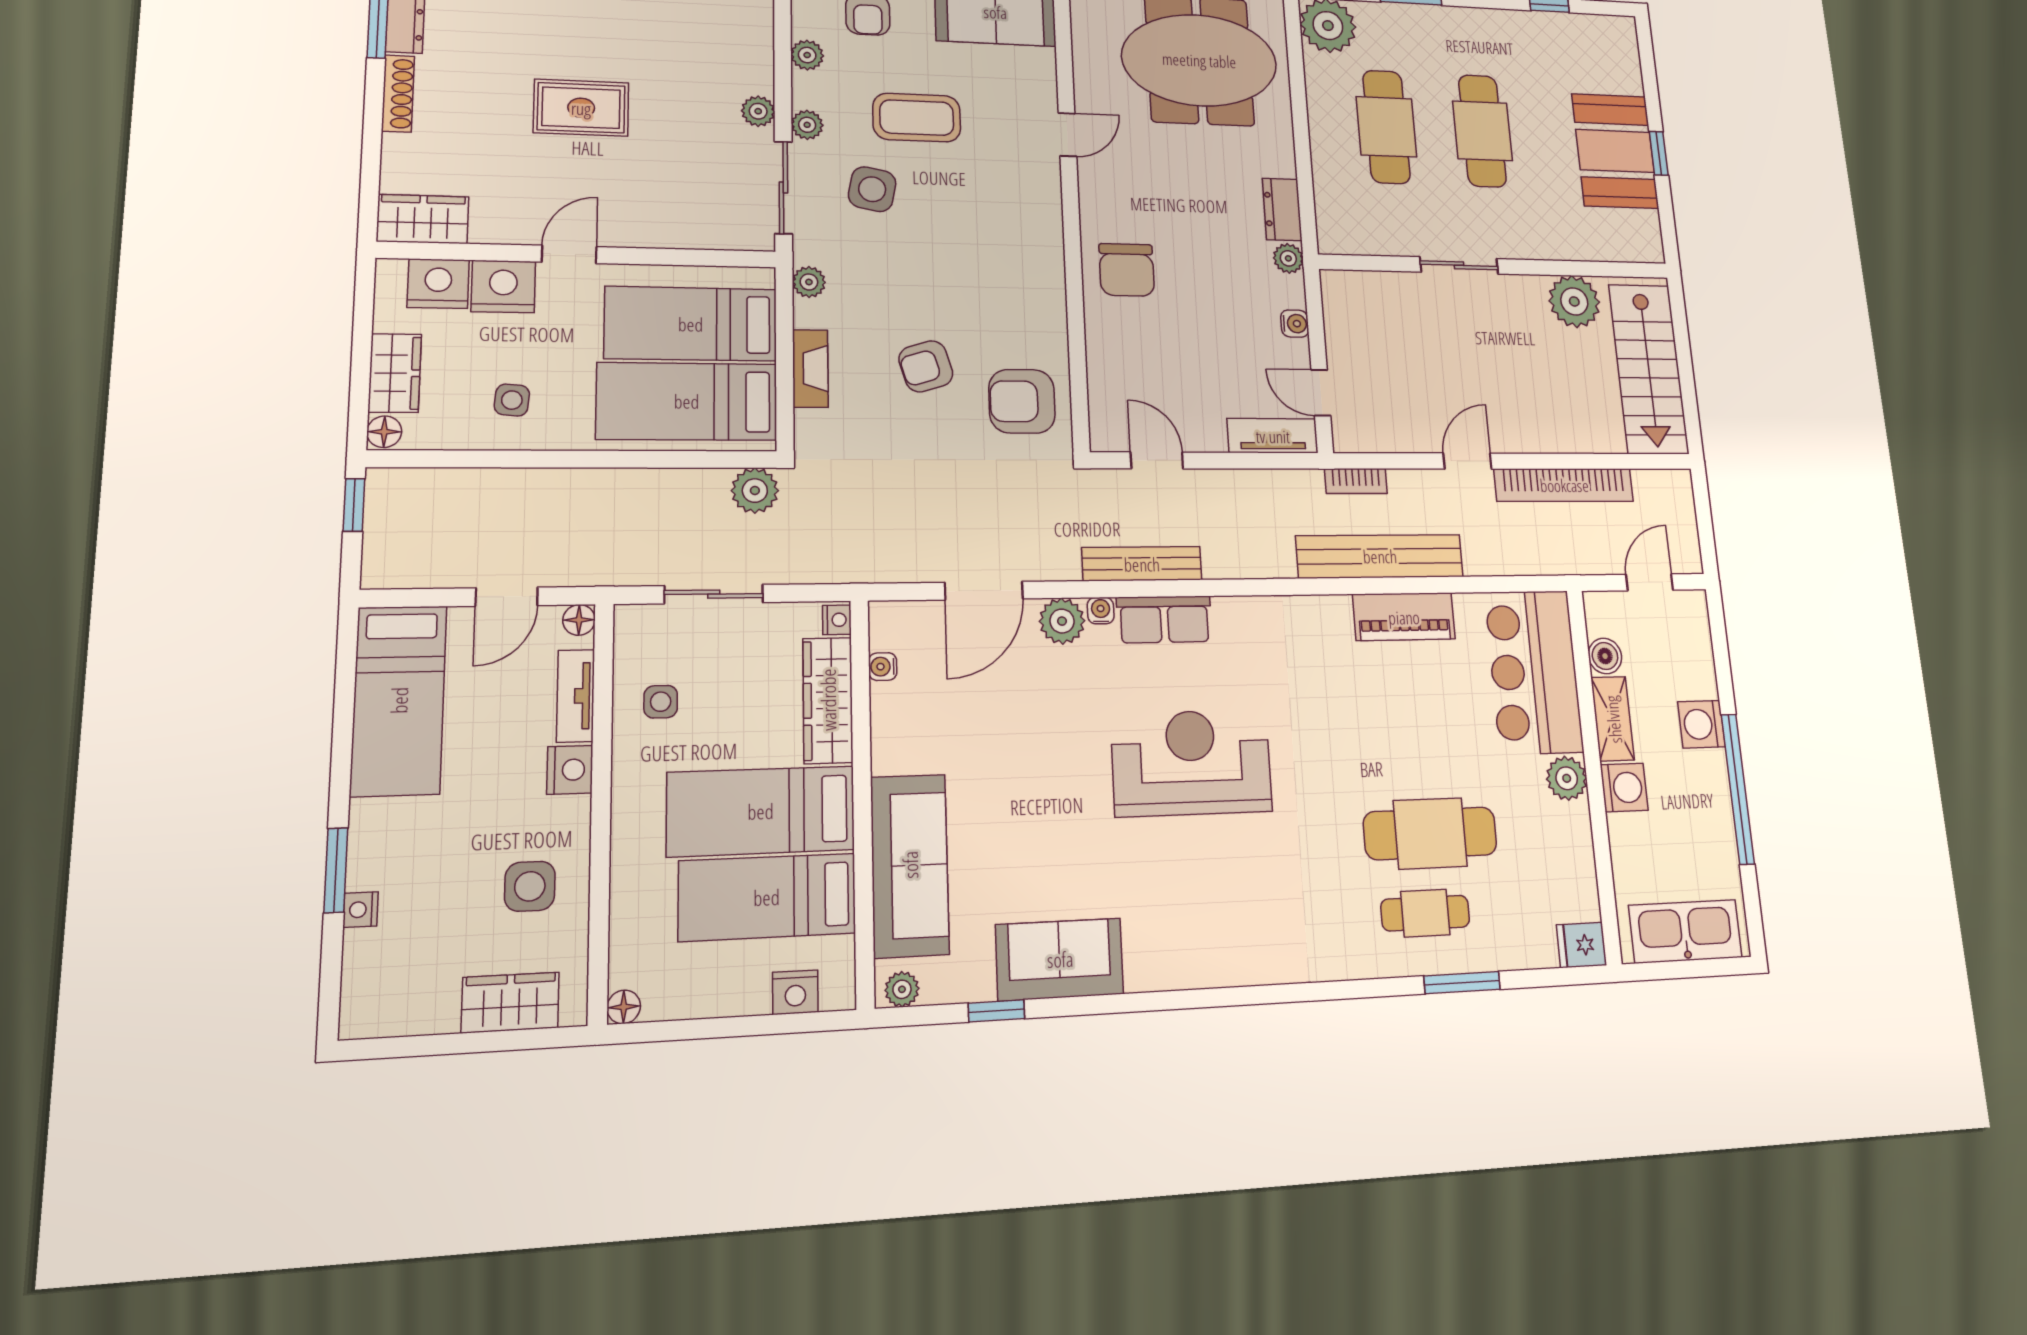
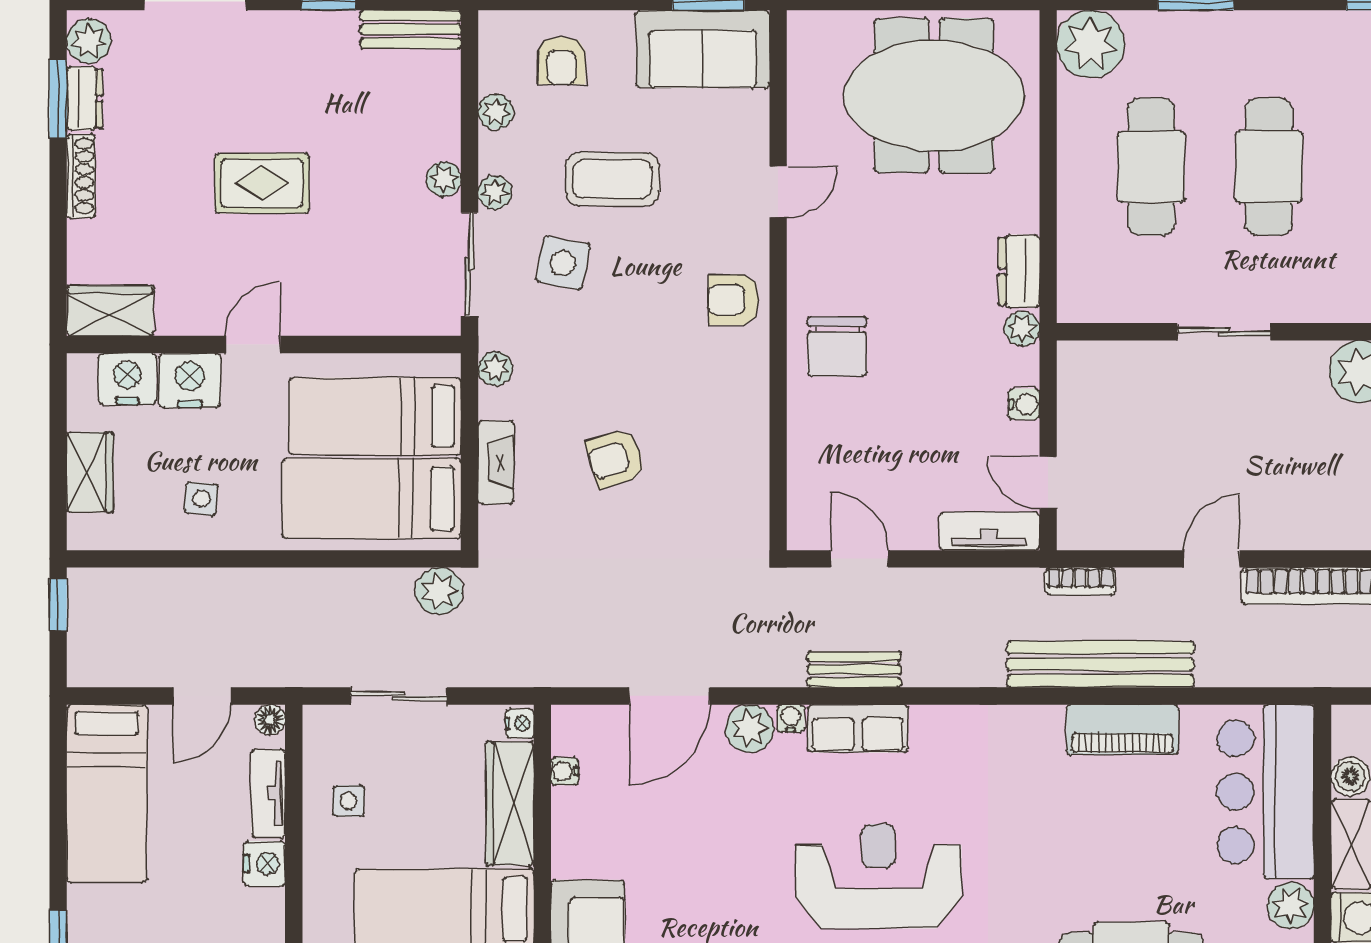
armchair: (1022, 401) -> (734, 300), moved, width x0.72, depth x0.72
floor lamp: (384, 432) -> (83, 532), removed
bench: (1142, 564) -> (854, 670), width x0.73

